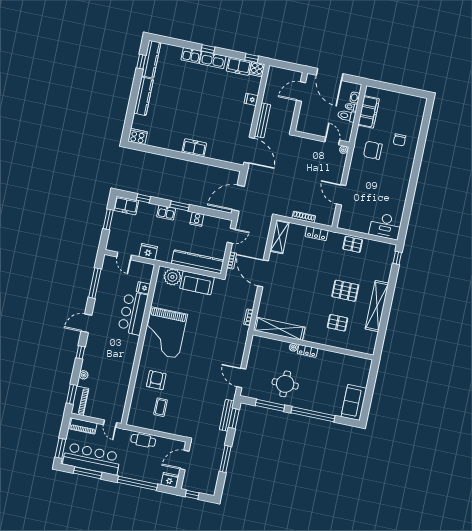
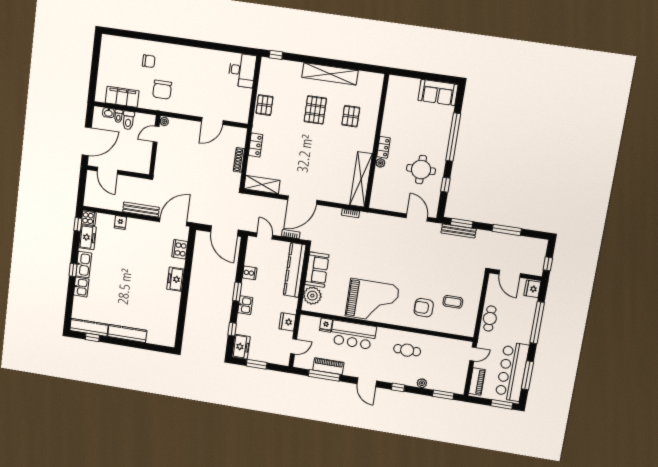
cooker: (138, 136) -> (180, 249), moved
cafe table: (116, 363) -> (407, 350), added
door: (241, 378) -> (417, 217), swing flipped
piano: (80, 401) -> (328, 366), moved
window: (270, 405) -> (445, 185), width x0.46

